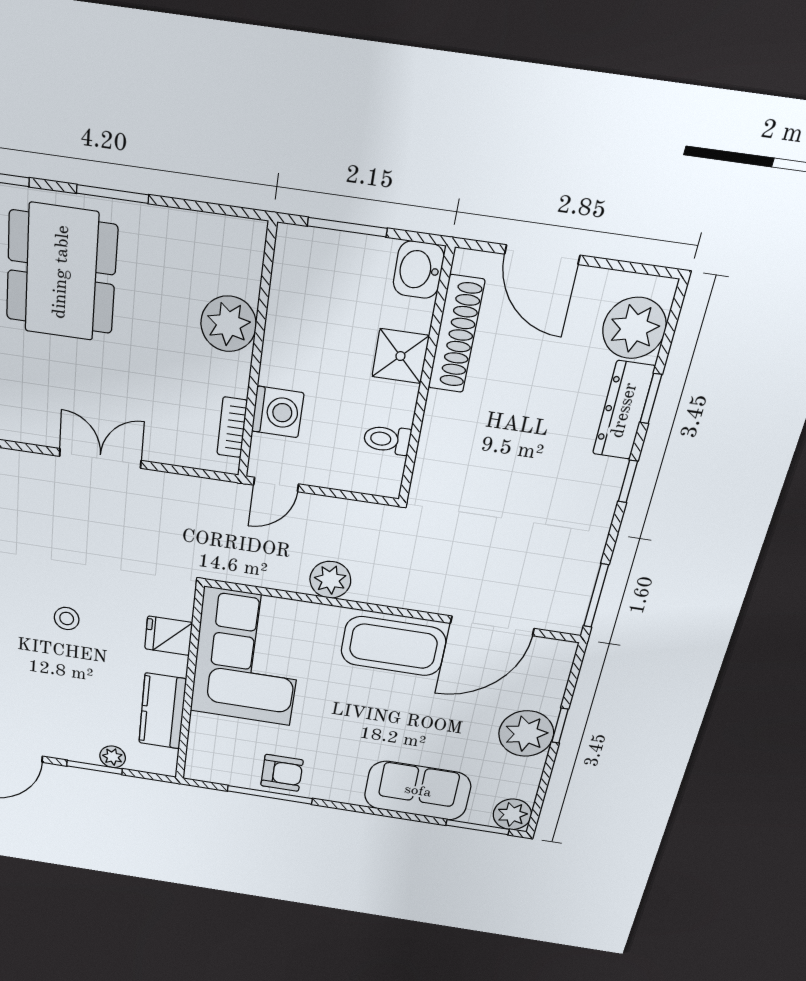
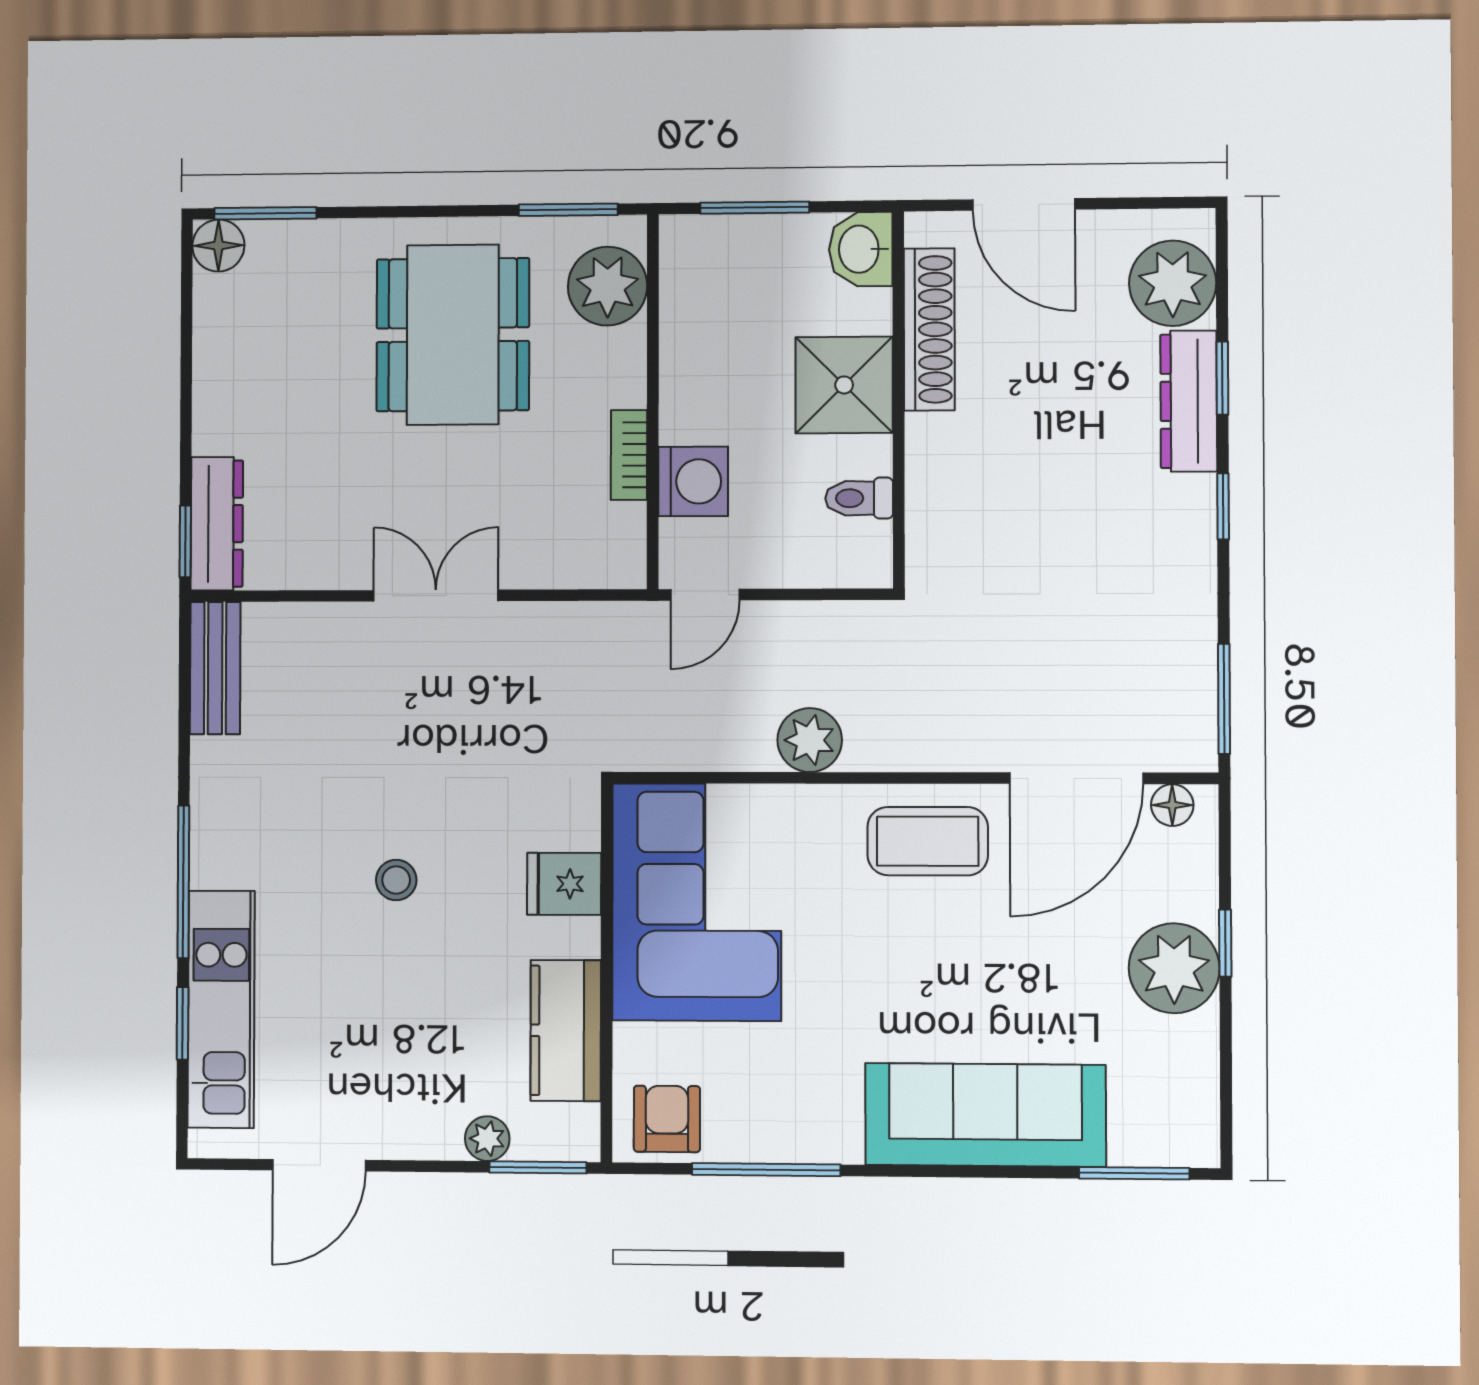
window: (113, 194) -> (568, 210), moved
dining table: (61, 272) -> (453, 335), moved
plant: (229, 324) -> (608, 286), moved
shower: (400, 356) -> (844, 385), width x1.36, depth x1.36
bookcase: (232, 427) -> (629, 455), moved
coffee table: (393, 646) -> (928, 841), width x0.73, depth x0.76
floor lamp: (548, 649) -> (1172, 805), added
window: (95, 767) -> (538, 1167), moved
armchair: (282, 773) -> (667, 1119), moved, turned -90
sofa: (418, 791) -> (985, 1115), width x1.36
plant: (512, 814) -> (1187, 1135), removed

